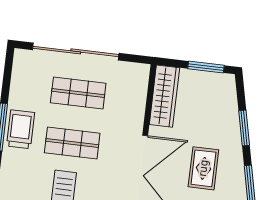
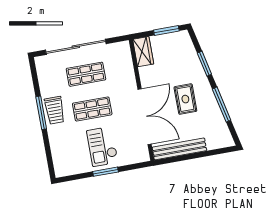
wardrobe: (164, 96) -> (143, 52), width x0.67
trolley: (20, 129) -> (55, 110), turned 180

